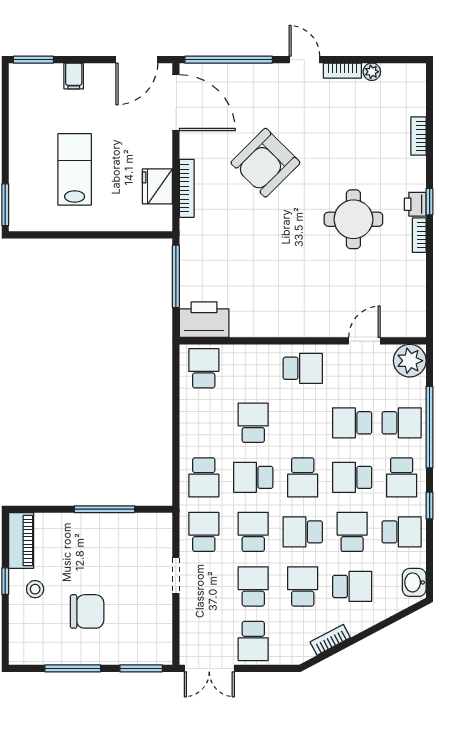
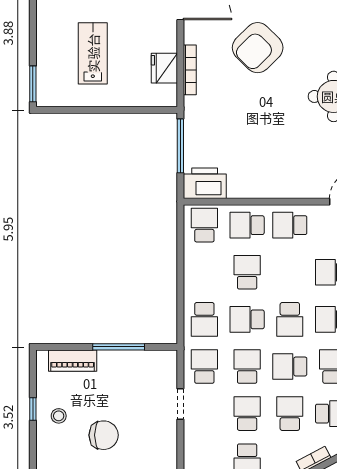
school desk: (253, 368) -> (247, 225), added
school desk: (303, 368) -> (290, 225), turned 180
piano: (21, 541) -> (73, 361), moved, turned 90

